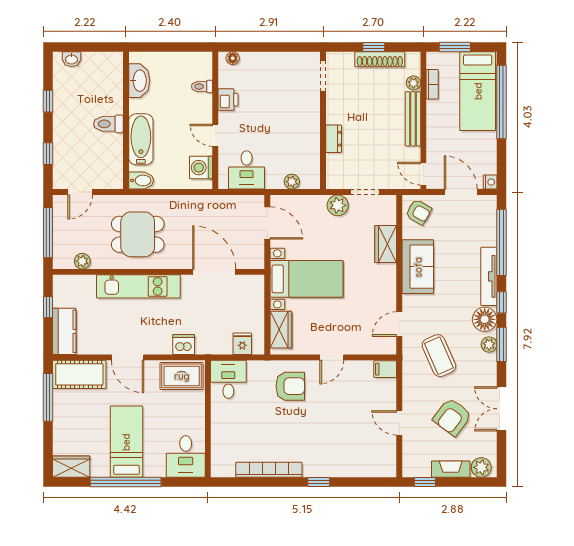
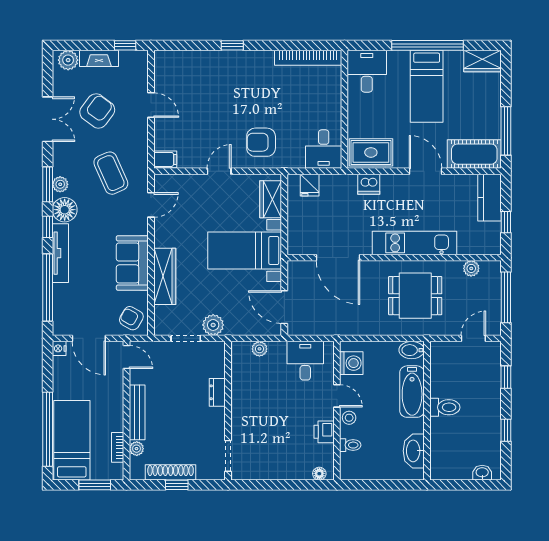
stool: (203, 114) -> (349, 418), added
wardrobe: (386, 244) -> (165, 276), width x1.50
bookcase: (269, 470) -> (308, 58), moved

